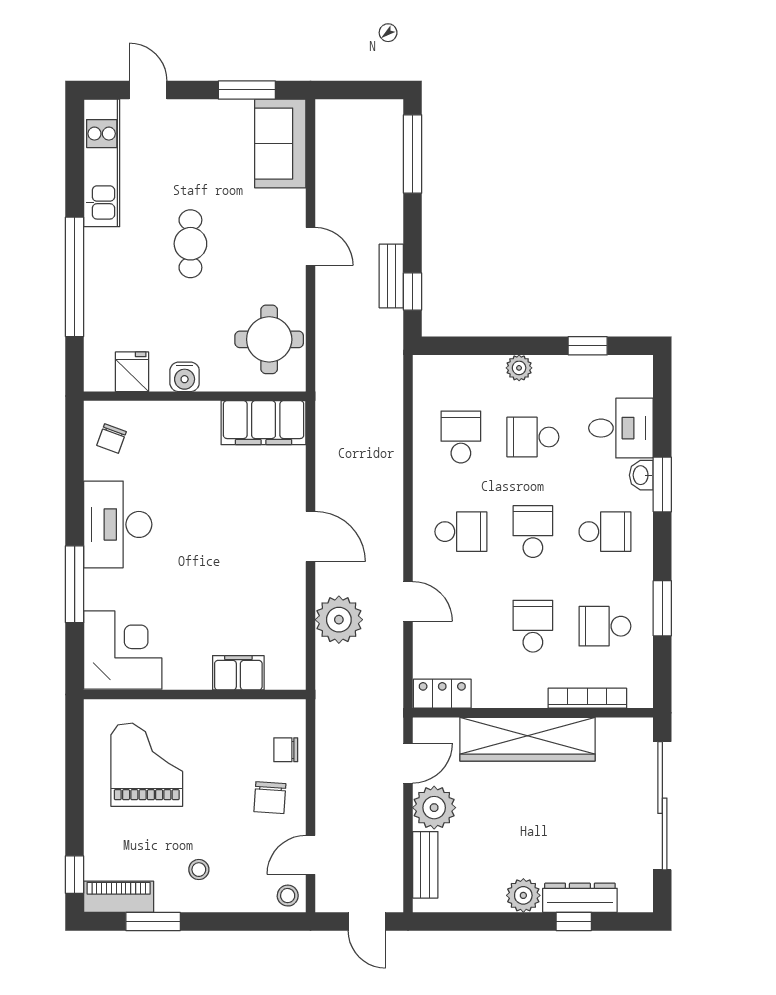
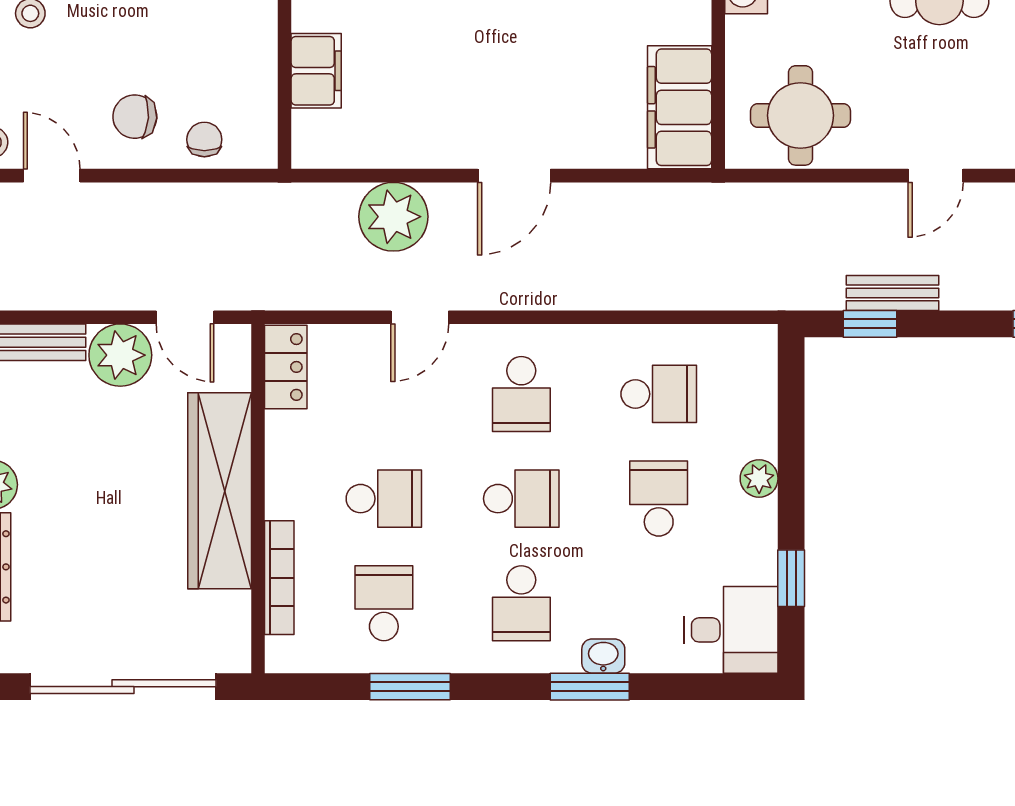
desk: (621, 428) -> (731, 630), moved, turned -90

